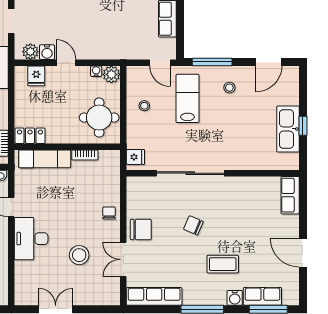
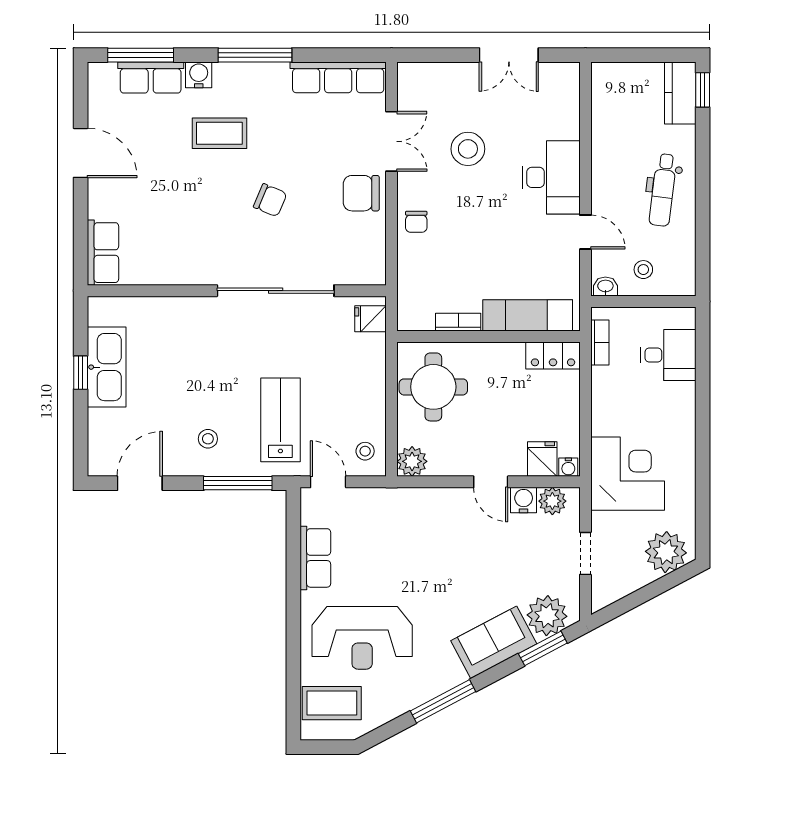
water cooler: (96, 71) -> (568, 467), moved
lab bench: (188, 98) -> (280, 420), turned 180
stool: (144, 106) -> (365, 451), moved

